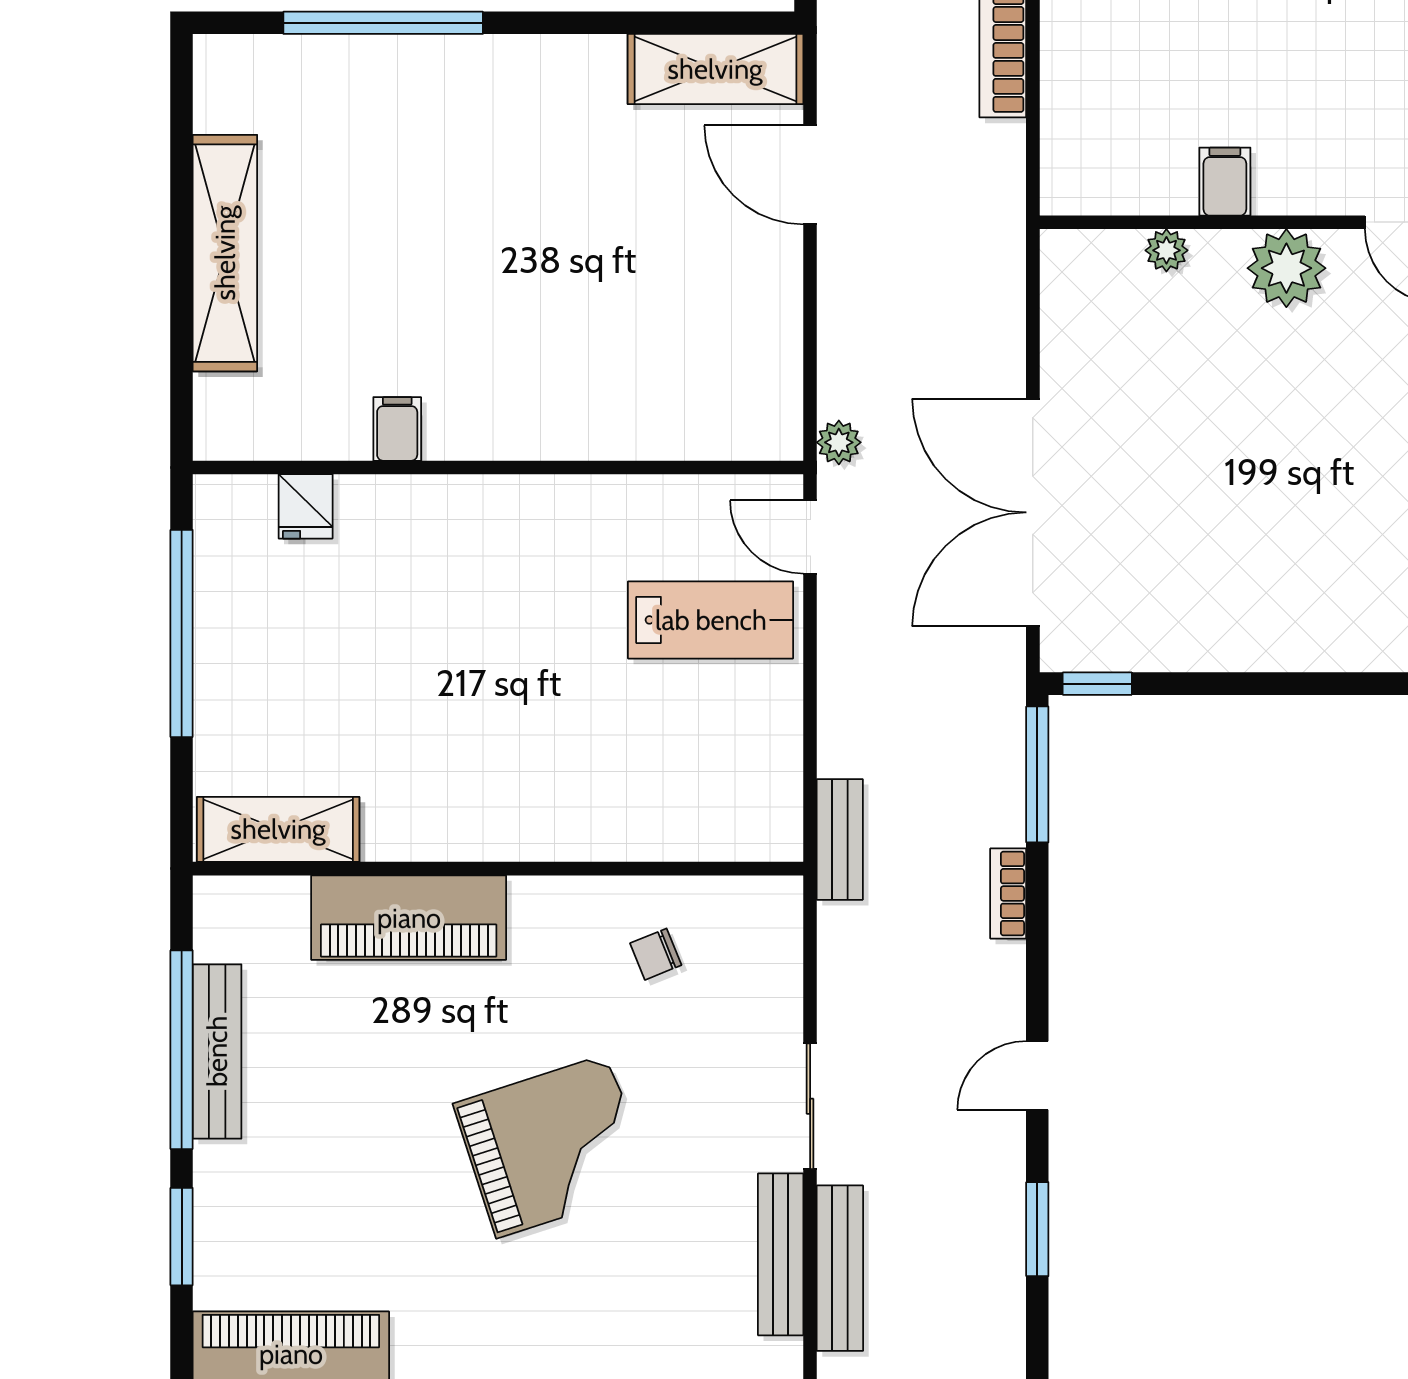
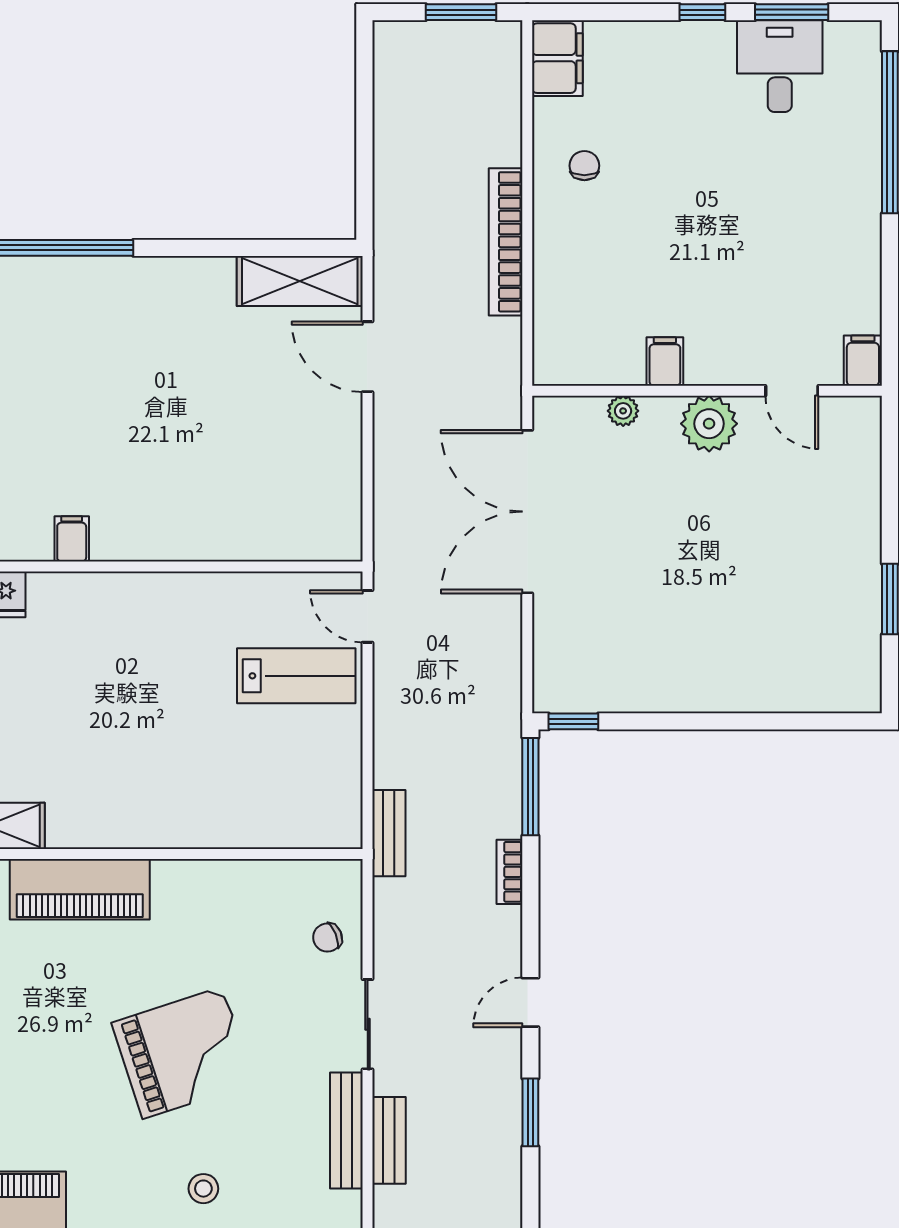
plant: (839, 442) -> (388, 549), removed
double door: (1033, 512) -> (527, 512), moved
chair: (656, 954) -> (327, 937), moved
bench: (840, 1268) -> (389, 1140), width x0.73
stool: (581, 1335) -> (203, 1189), added

